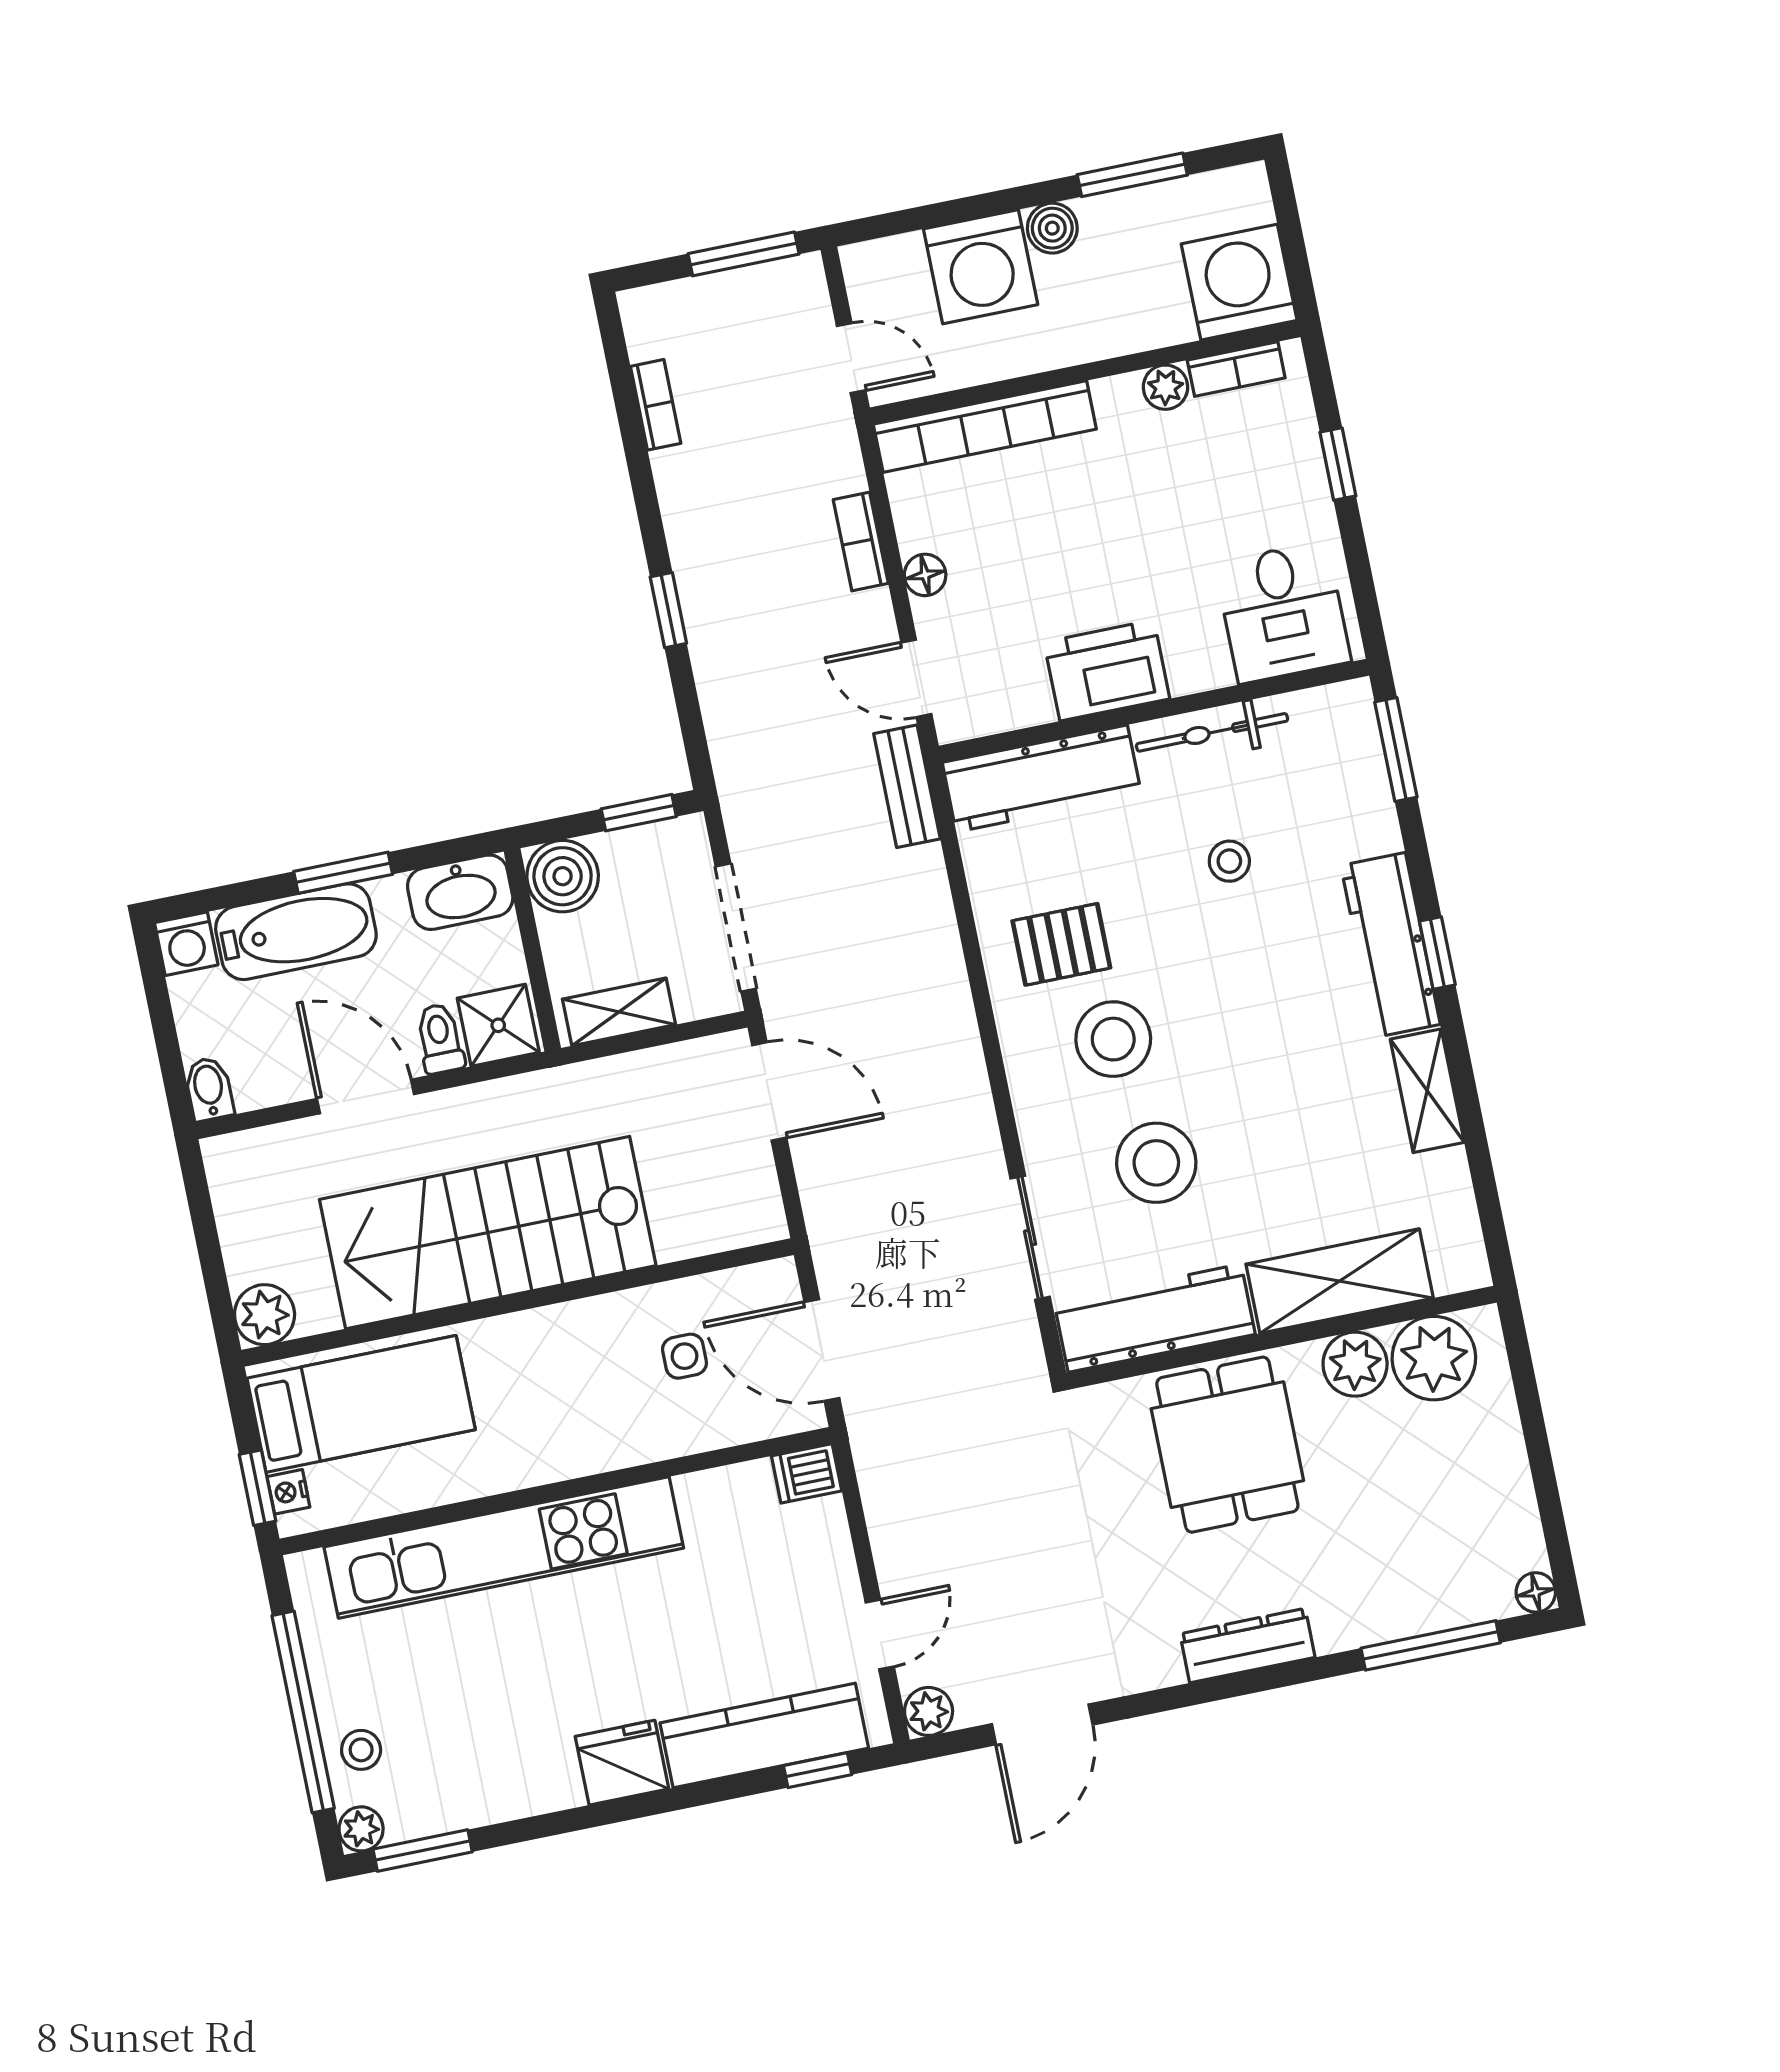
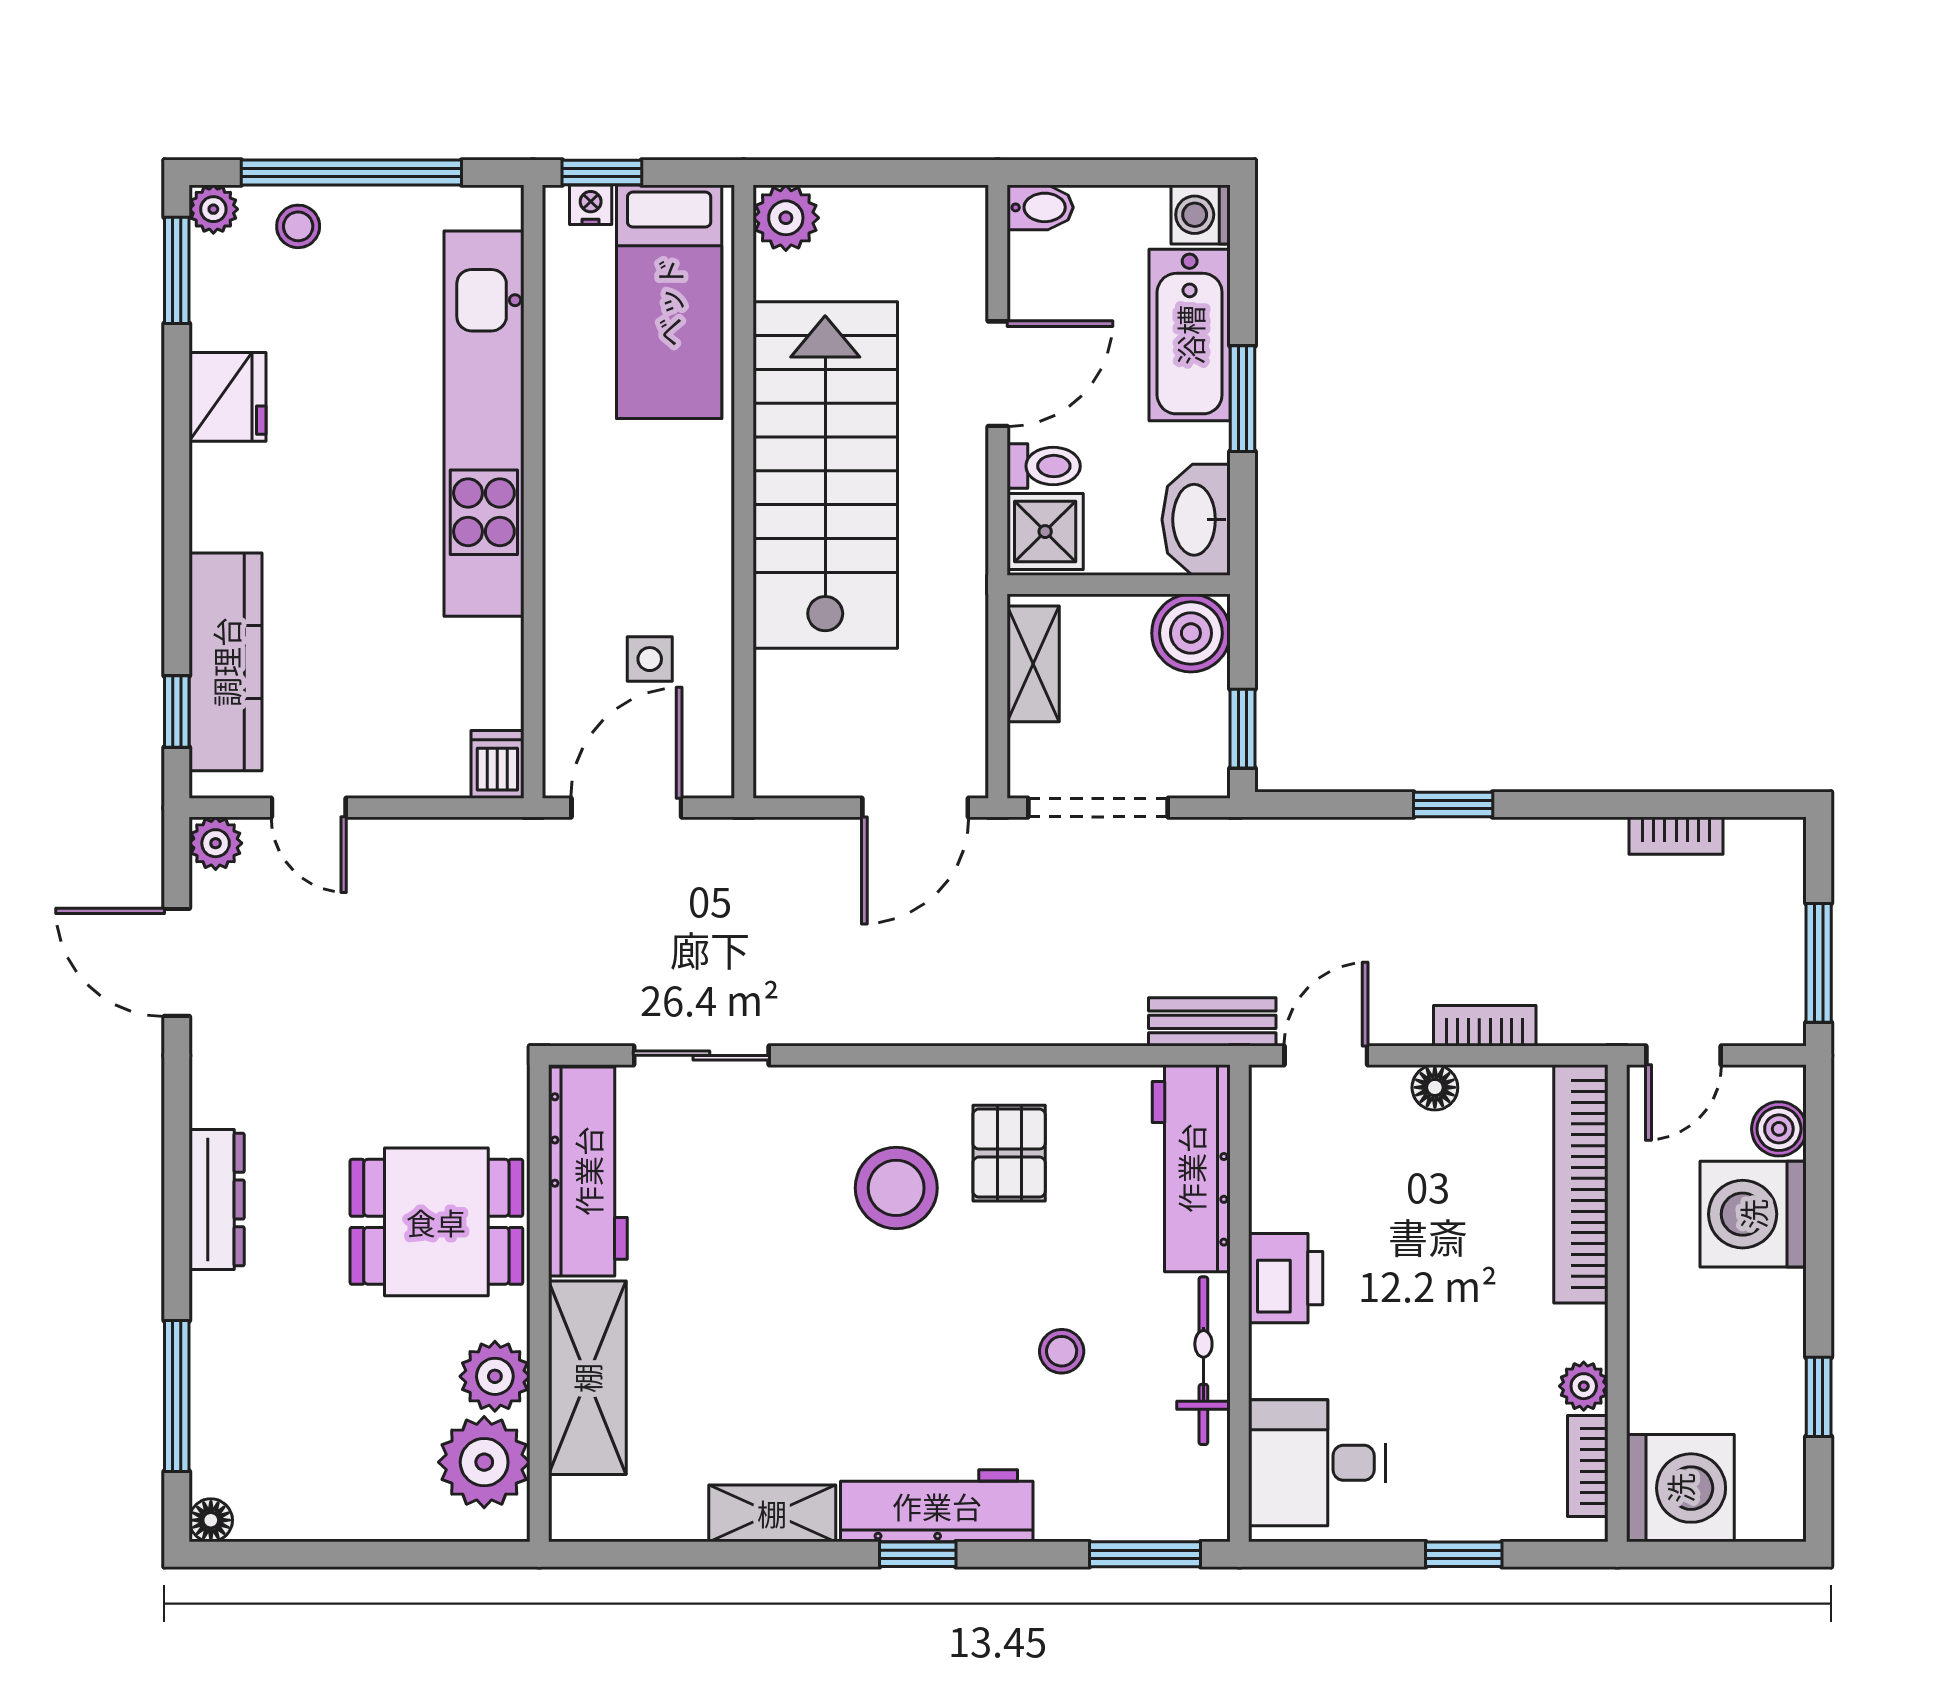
window: (1132, 175) -> (1819, 1397), width x0.67
boiler: (1052, 228) -> (1779, 1129), moved
printer: (1107, 670) -> (1286, 1278), width x0.73, depth x0.84
stool: (1156, 1163) -> (754, 1207), removed
fridge: (622, 1763) -> (228, 397), moved

